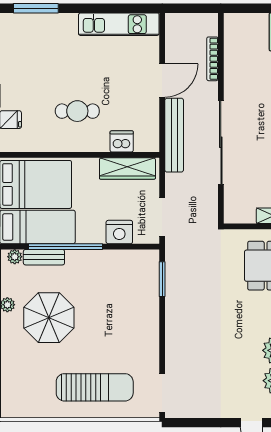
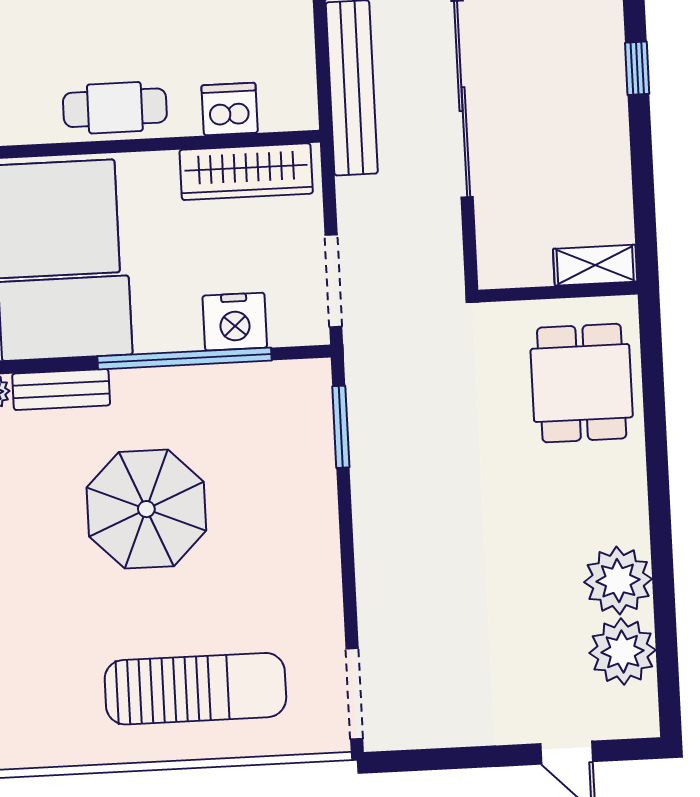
cafe table: (77, 111) -> (115, 108), moved
window: (65, 247) -> (184, 358), moved
parasol: (49, 318) -> (146, 509), moved

